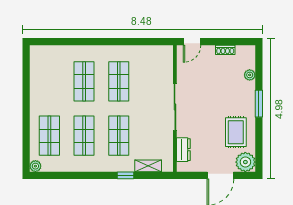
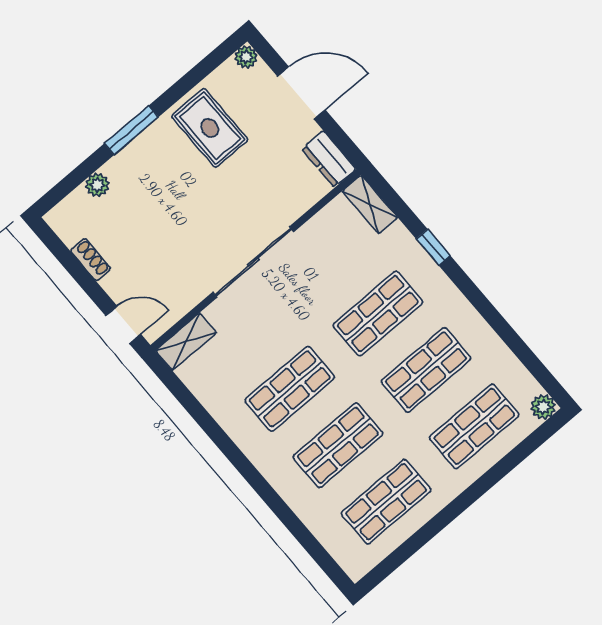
shelving: (167, 59) -> (186, 342), added
shop shelf: (49, 81) -> (386, 502), added
rug: (236, 132) -> (210, 128), turned 90
dresser: (183, 150) -> (329, 159), moved, turned -90
plant: (245, 162) -> (246, 57), width x0.53, depth x0.53
shelving: (148, 166) -> (370, 204), moved

